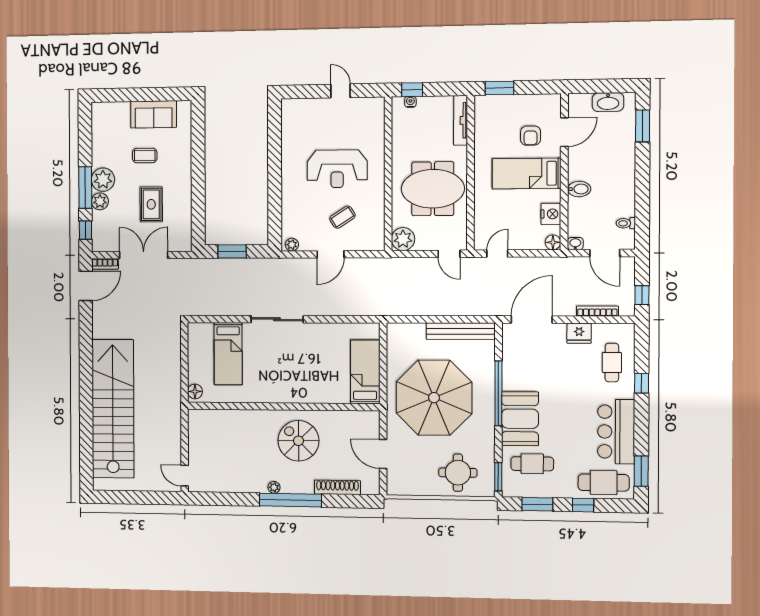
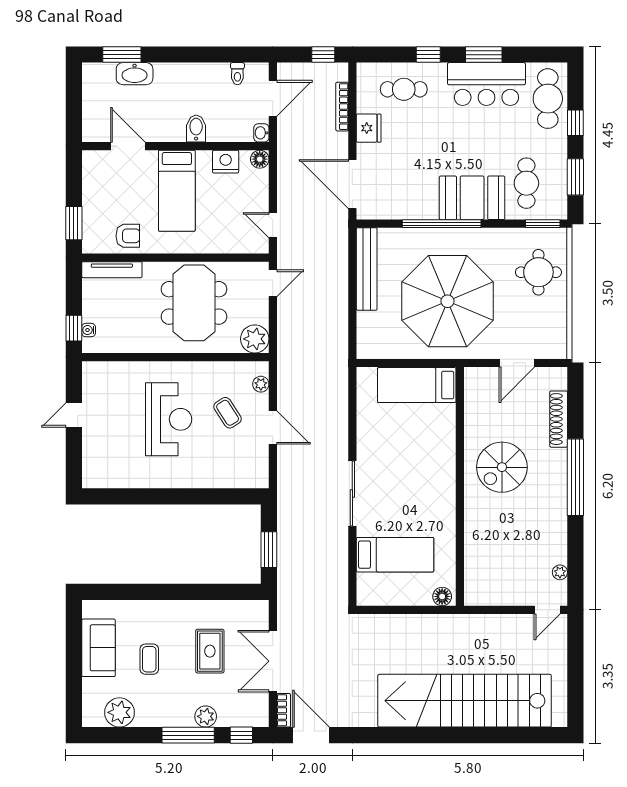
washbasin: (608, 102) -> (135, 74), moved, turned 90
armchair: (531, 136) -> (128, 236), moved
plant: (103, 180) -> (119, 712), moved
rug: (151, 204) -> (210, 651), turned 90
plant: (292, 245) -> (261, 384), moved
window: (641, 471) -> (484, 55), moved
plant: (274, 487) -> (560, 572), moved

